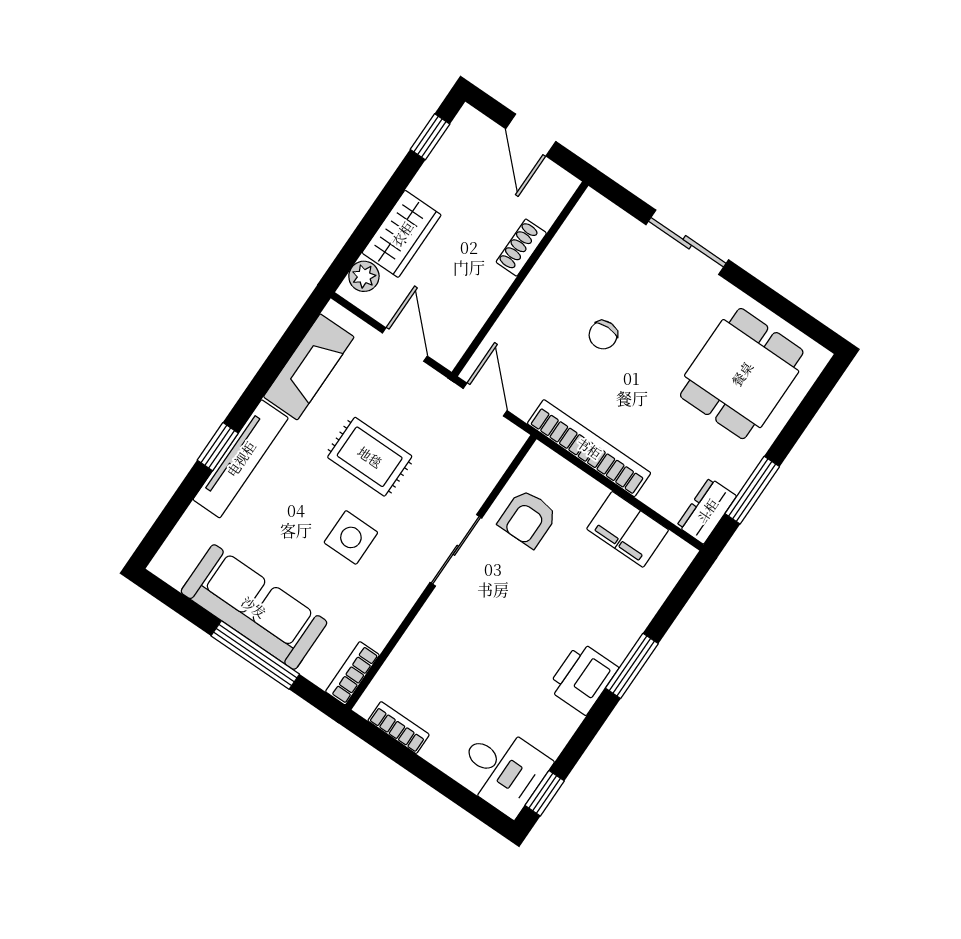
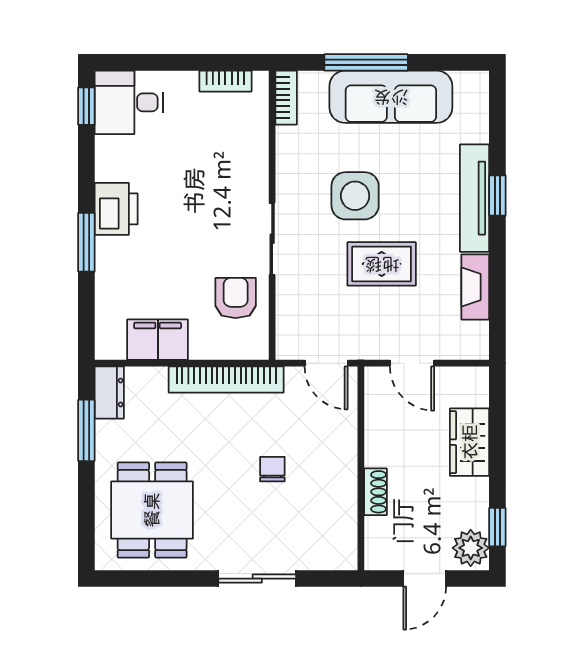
door: (531, 135) -> (425, 579), swing flipped
plant: (364, 276) -> (471, 548), moved, width x1.38, depth x1.38
fireplace: (309, 367) -> (475, 287), width x0.73, depth x0.76
side table: (351, 537) -> (355, 196), width x1.37, depth x1.37

